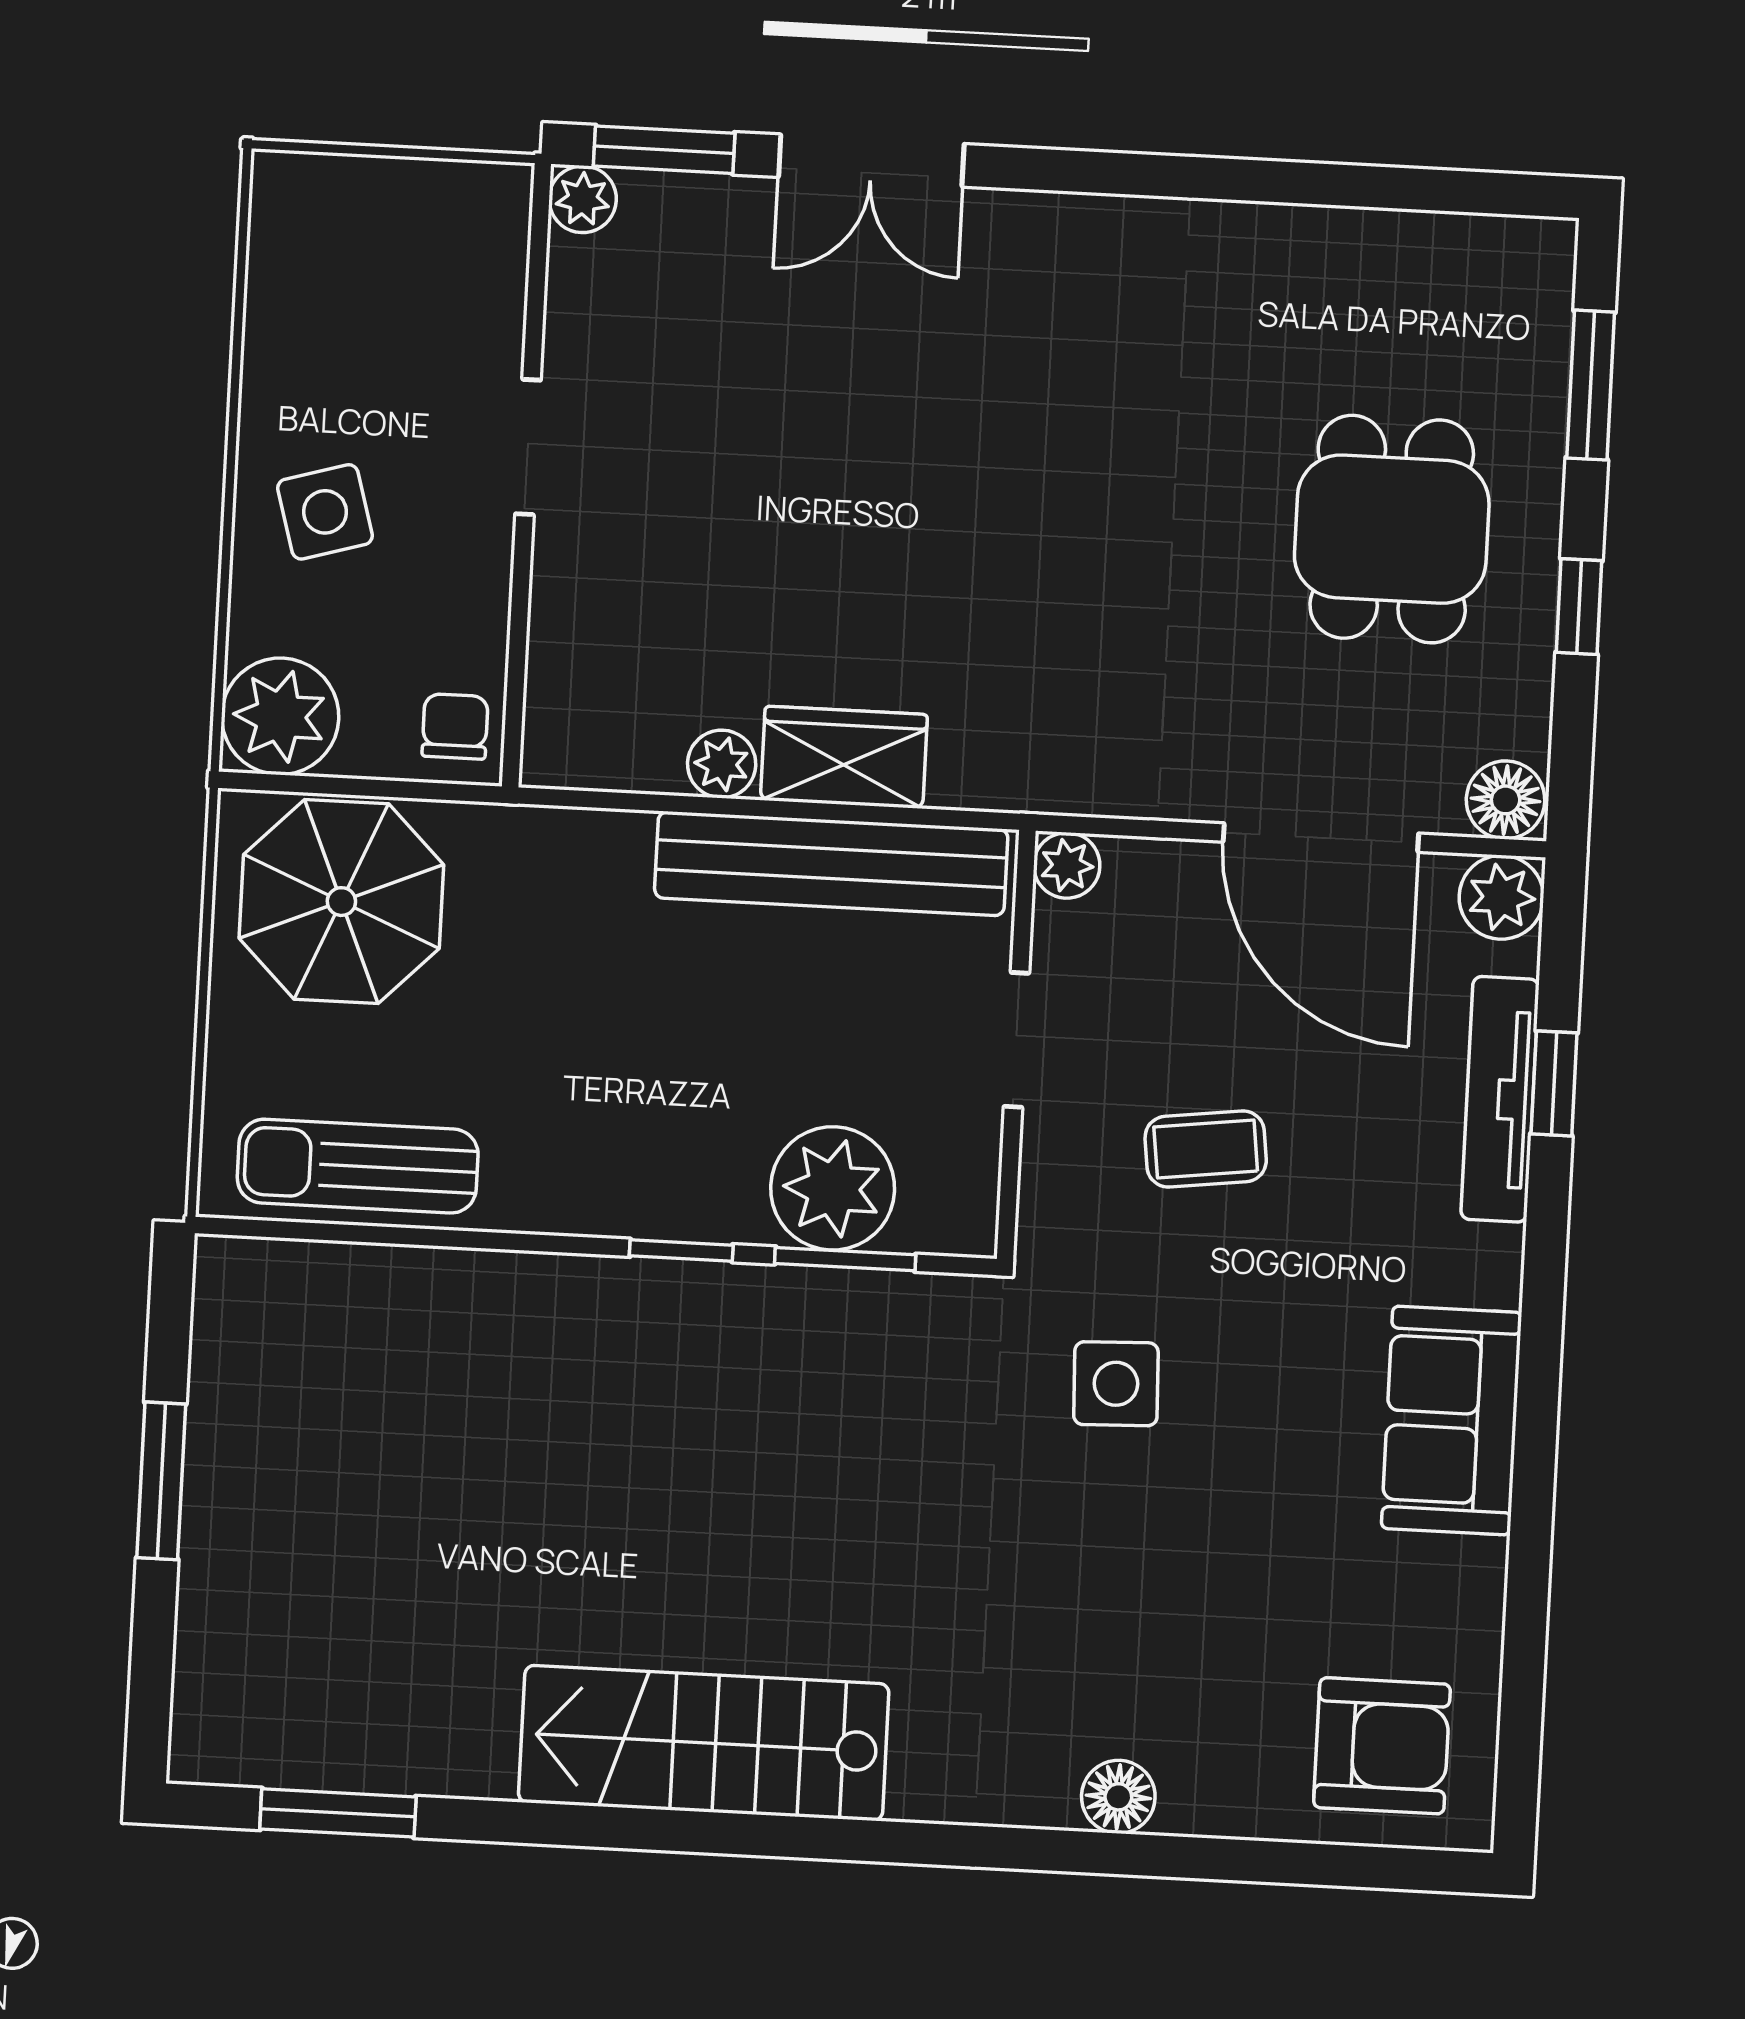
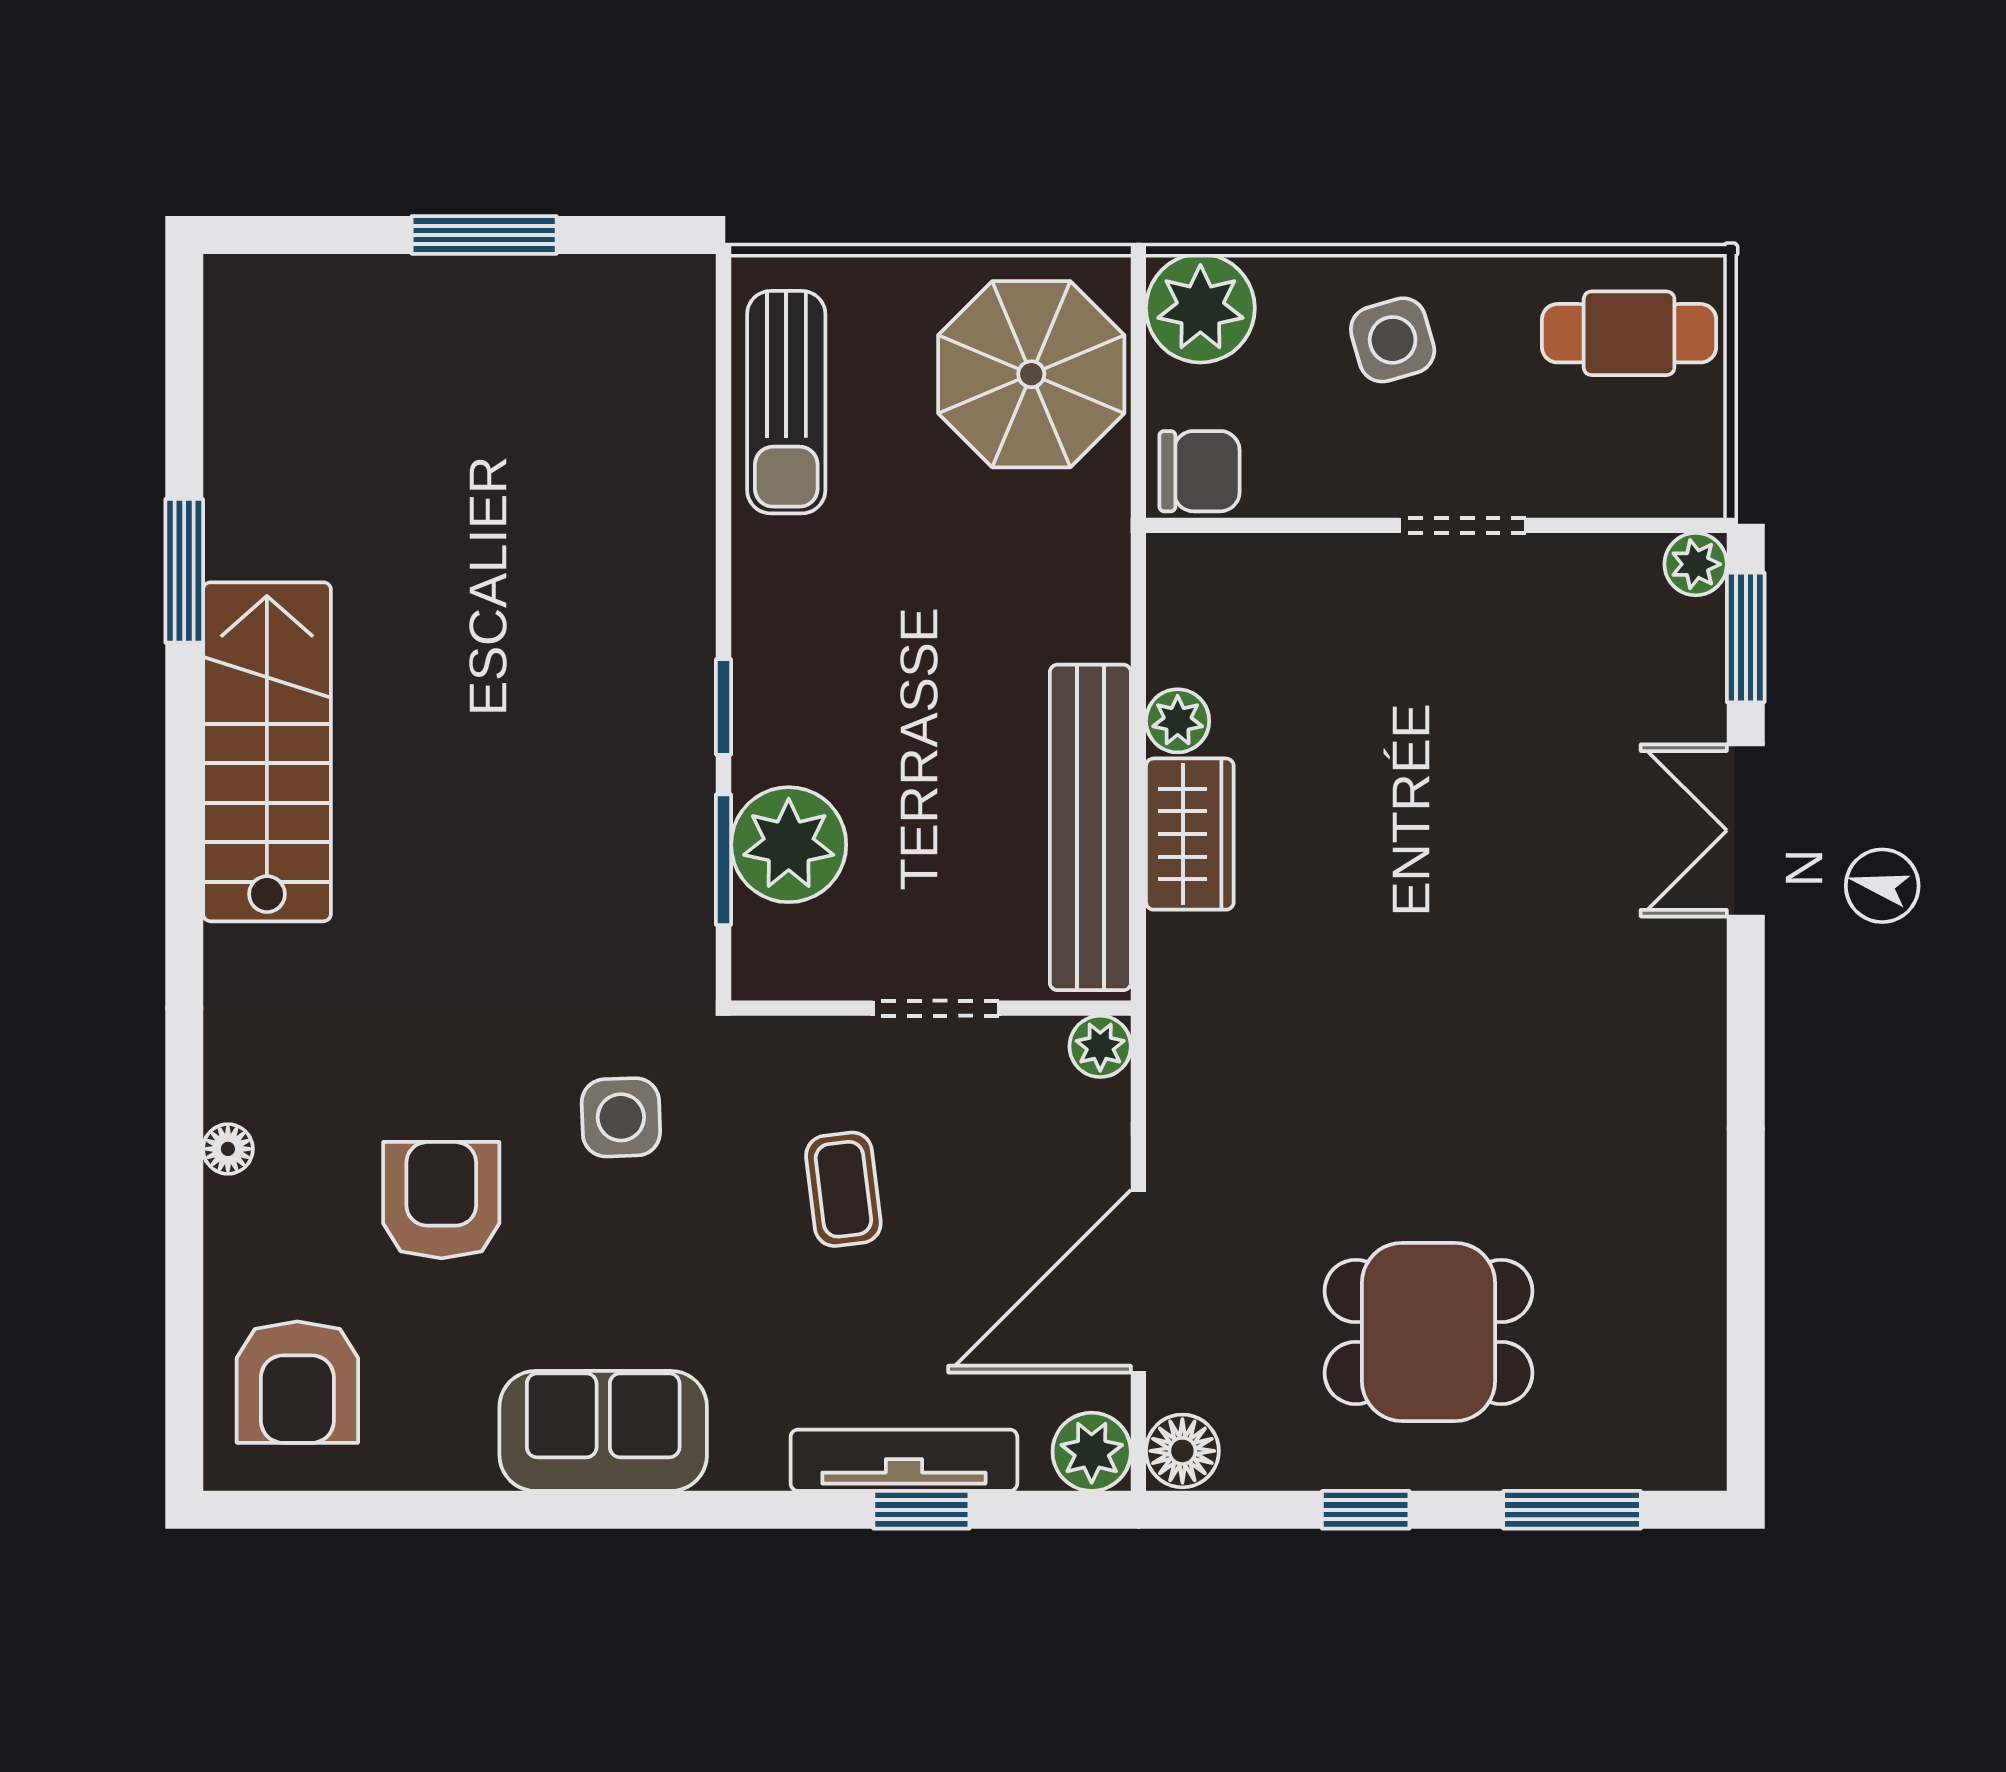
cafe table: (331, 258) -> (1629, 333), added
chair: (455, 726) -> (1200, 471), width x1.37, depth x1.37
sun lounger: (358, 1166) -> (786, 402), turned 180
armchair: (1195, 1581) -> (441, 1200), added
floor lamp: (1118, 1797) -> (228, 1149), width x0.73, depth x0.73
window: (338, 1813) -> (184, 571), moved

